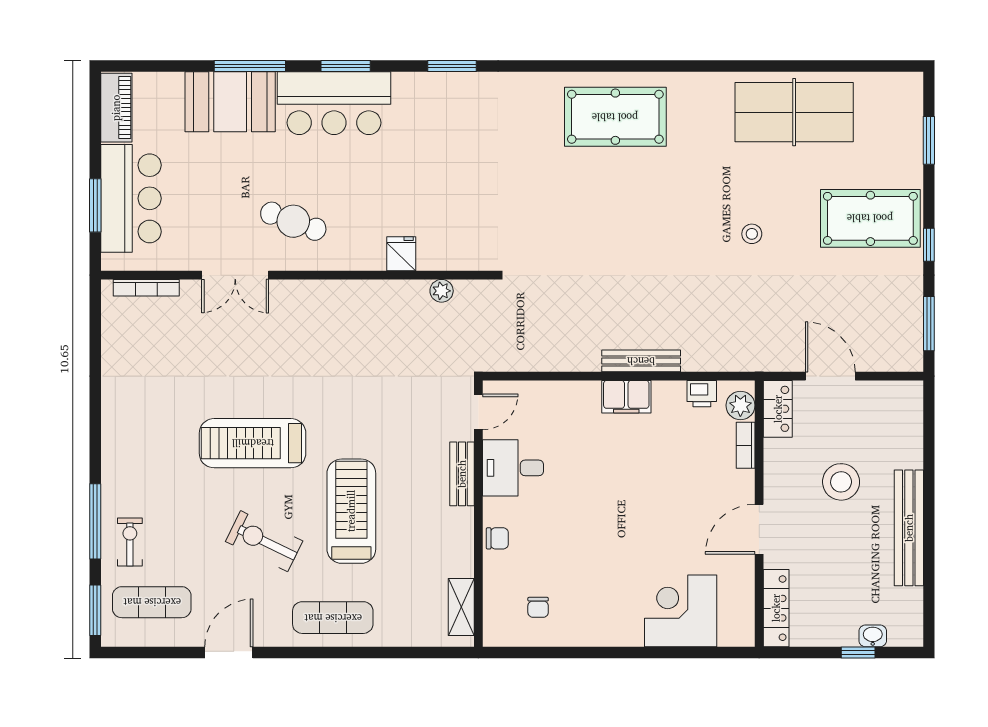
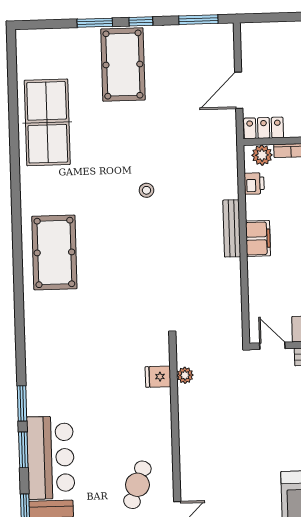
window: (452, 66) -> (22, 403), moved
window: (929, 140) -> (95, 23), moved
stool: (752, 234) -> (146, 190), moved
fridge: (401, 254) -> (158, 377), moved

